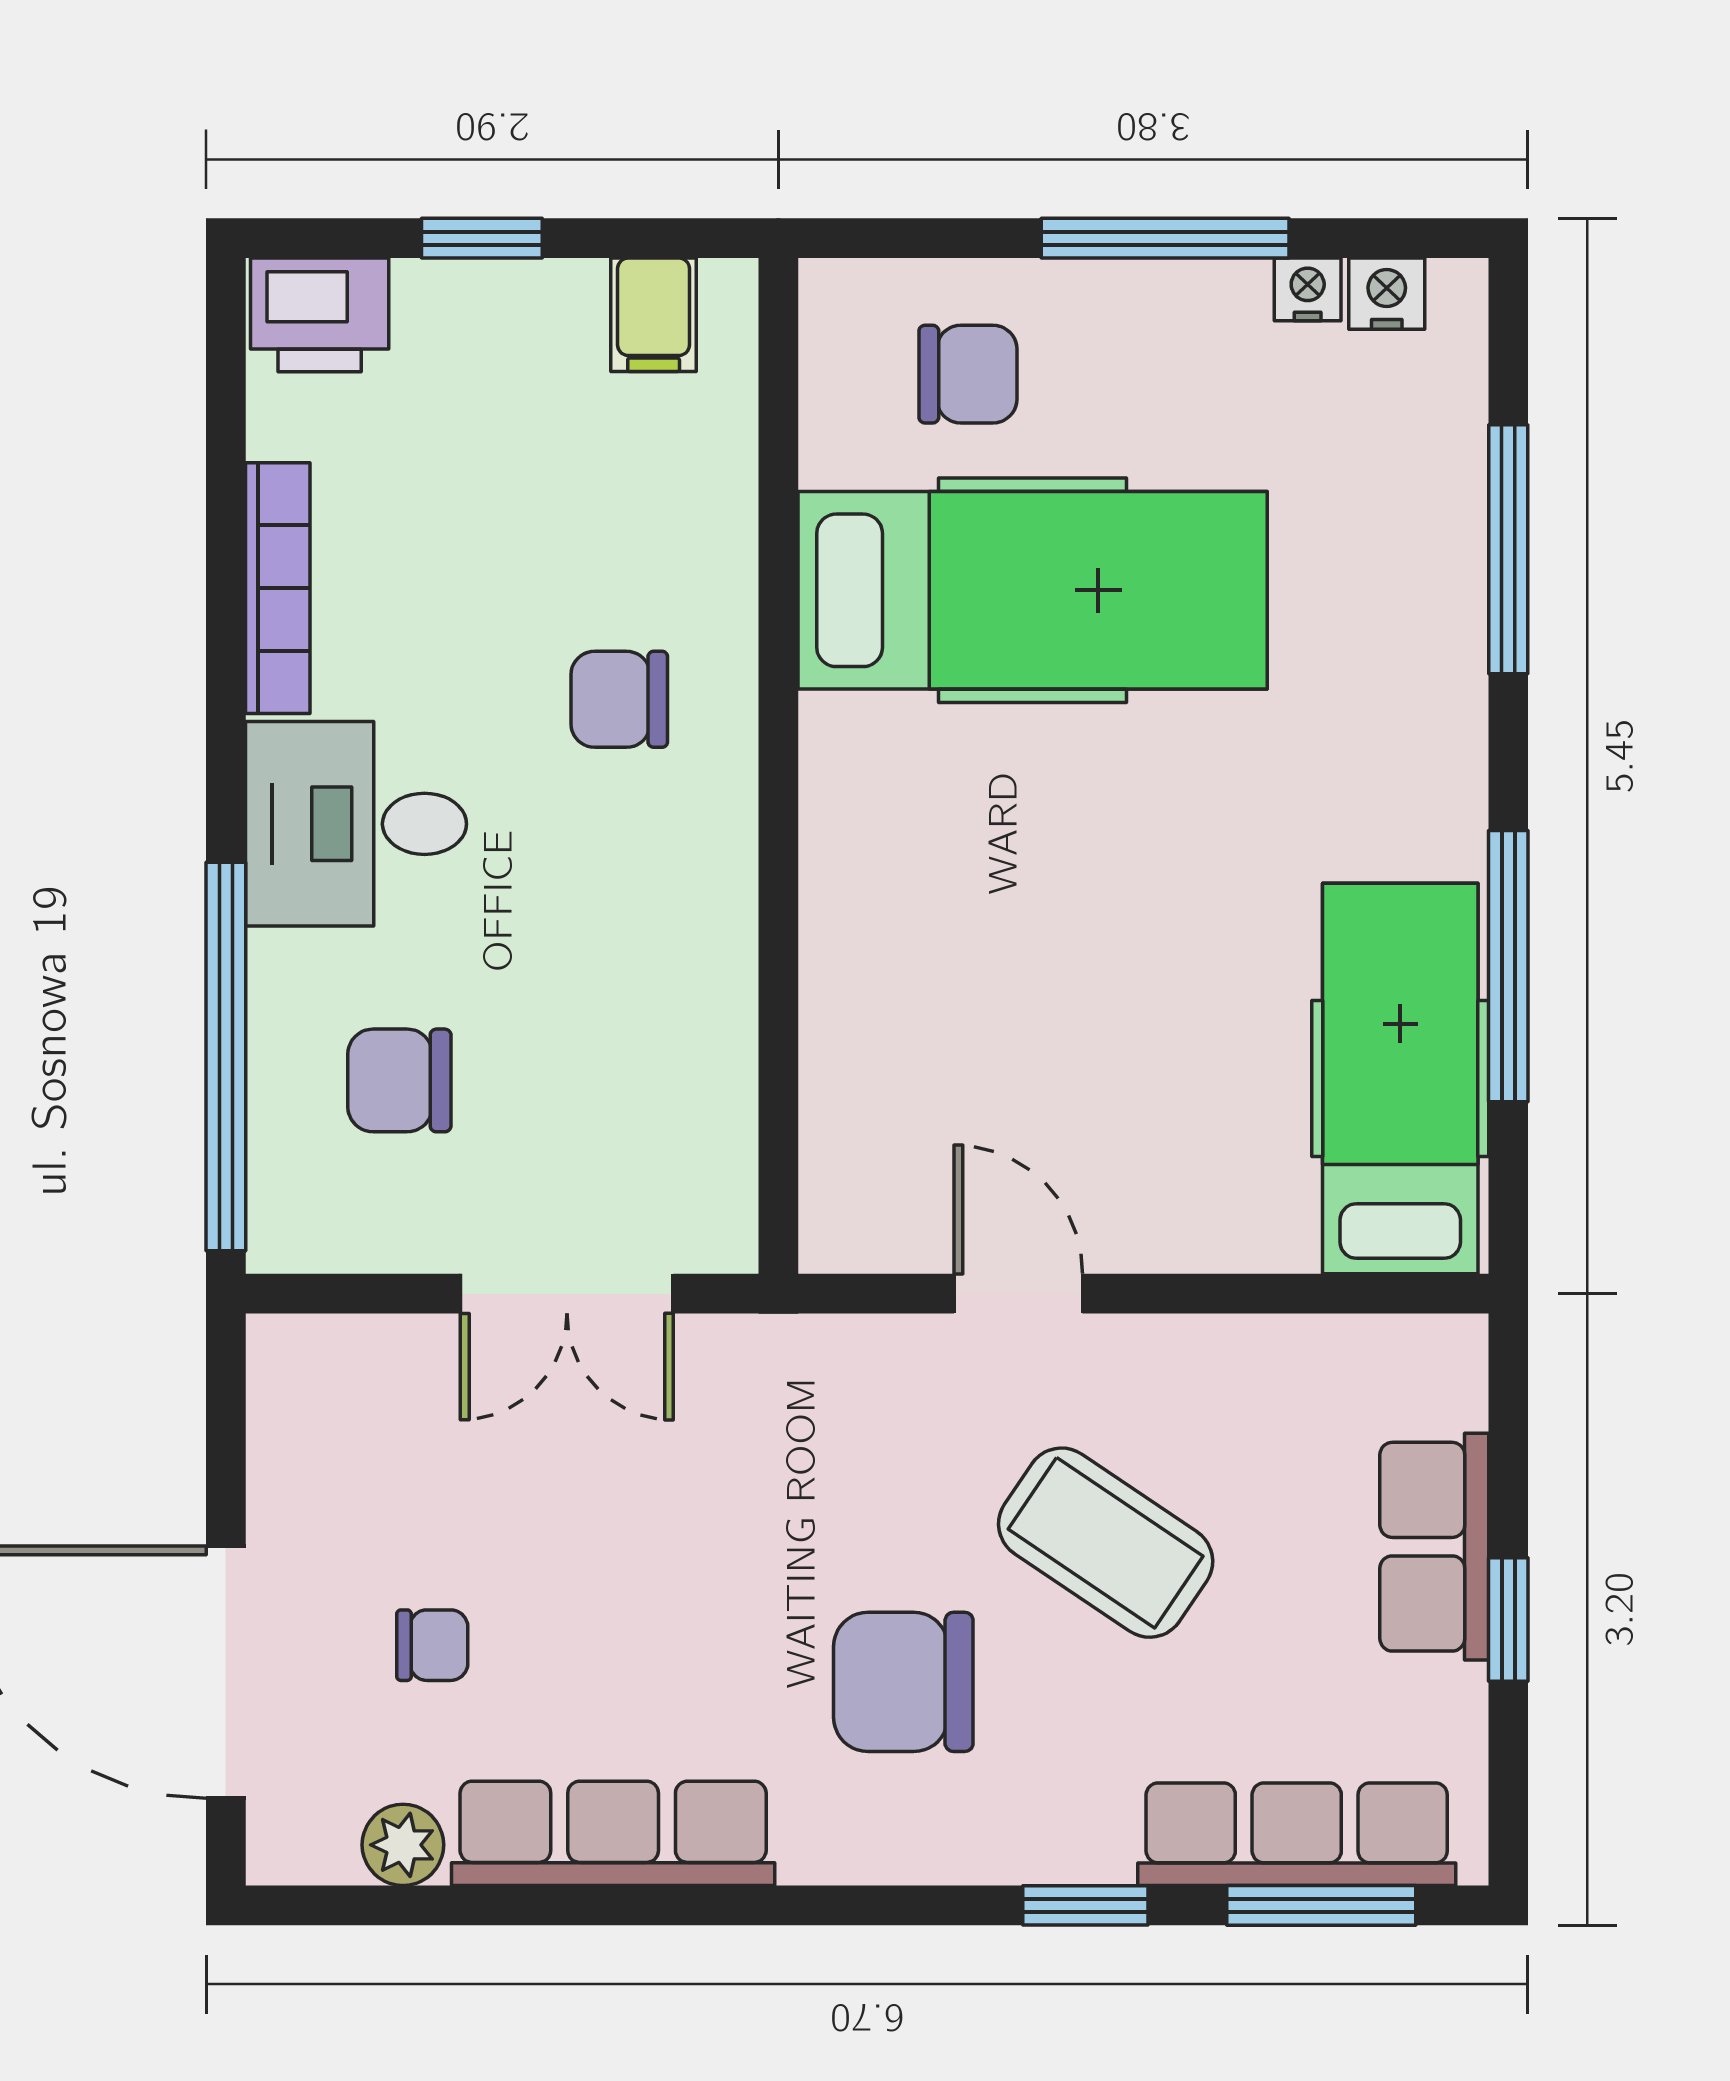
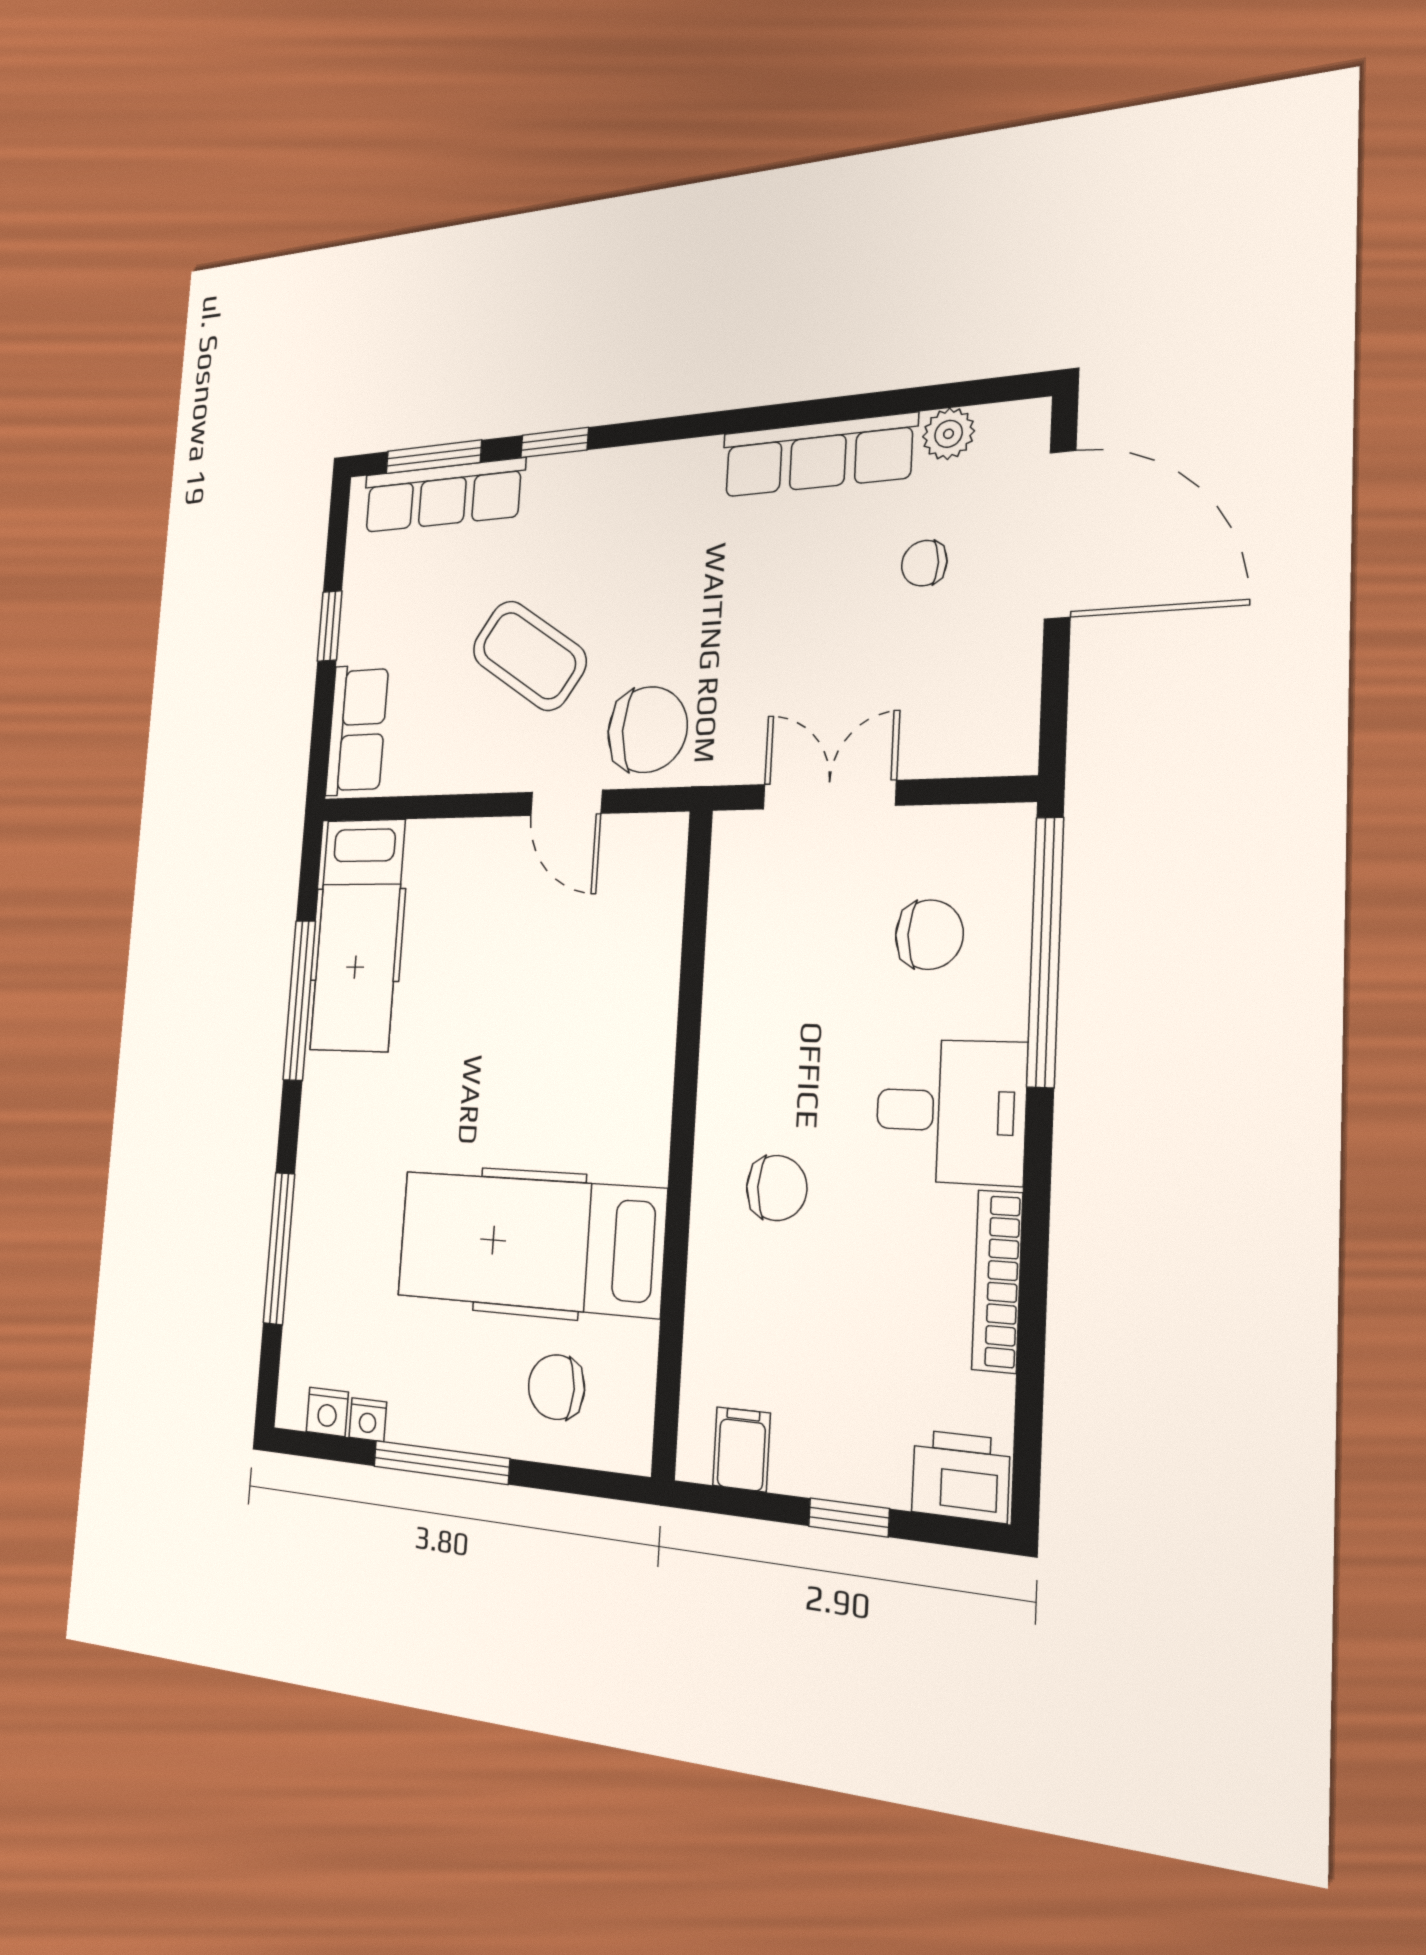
row of seats: (1434, 1547) -> (357, 730), moved
chair: (903, 1682) -> (647, 730), moved

